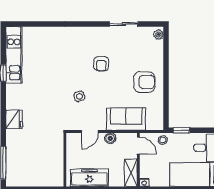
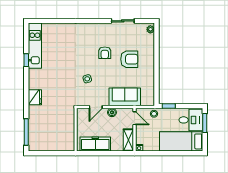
armchair: (144, 82) -> (129, 59), moved

